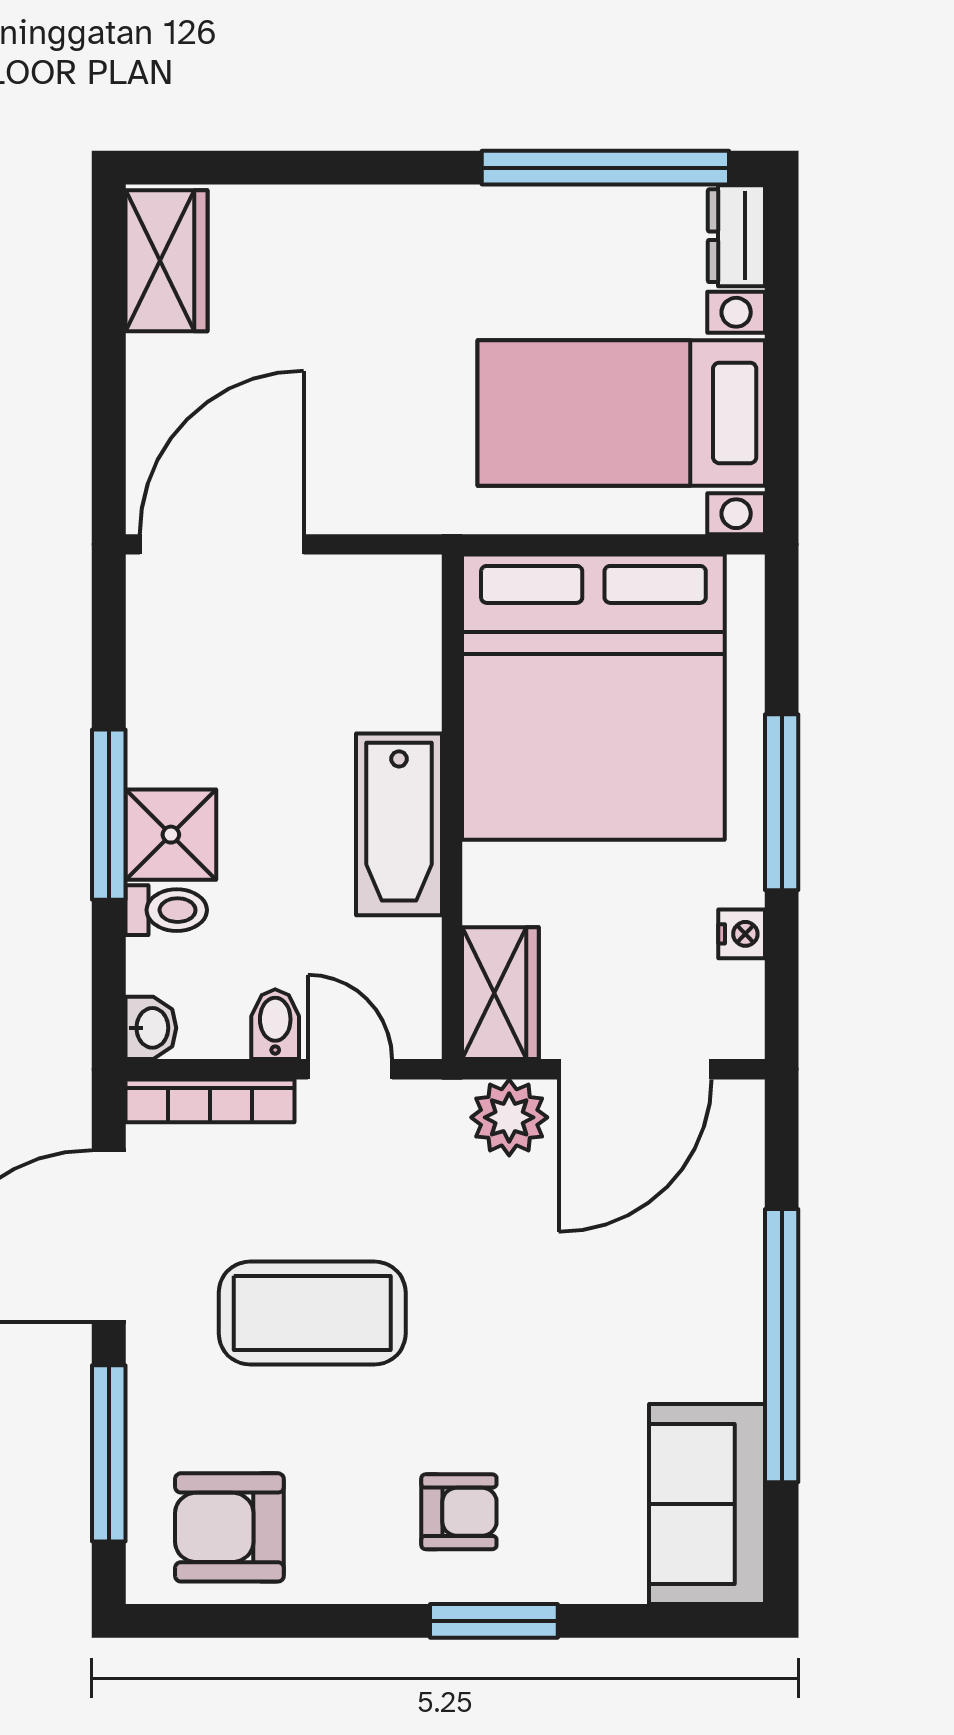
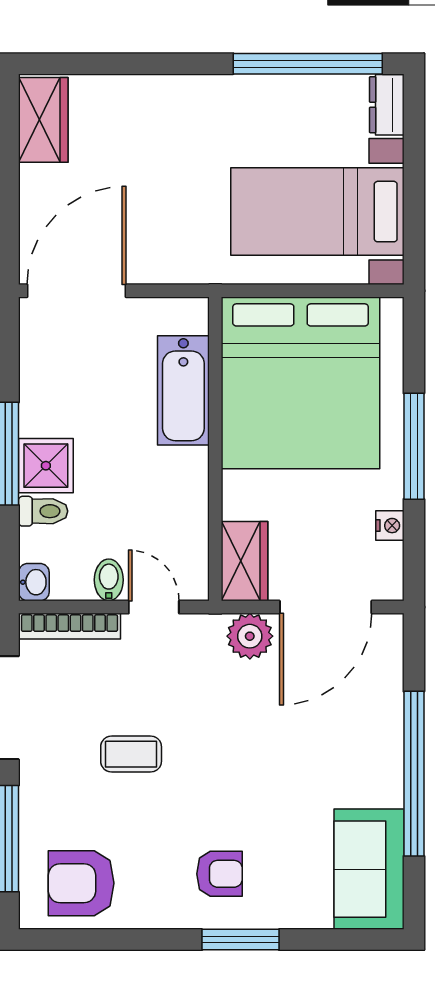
bathtub: (399, 824) -> (183, 390), moved
coffee table: (312, 1313) -> (131, 754), width x0.54, depth x0.58

